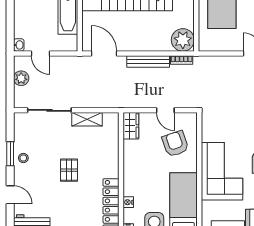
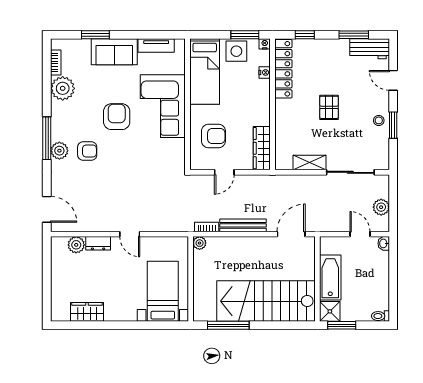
plant: (183, 40) -> (200, 243), width x0.53, depth x0.53
door: (104, 53) -> (291, 234), swing flipped
door: (165, 110) -> (224, 172), swing flipped
wardrobe: (131, 126) -> (262, 148), width x1.50
armchair: (175, 144) -> (213, 136), turned -71

